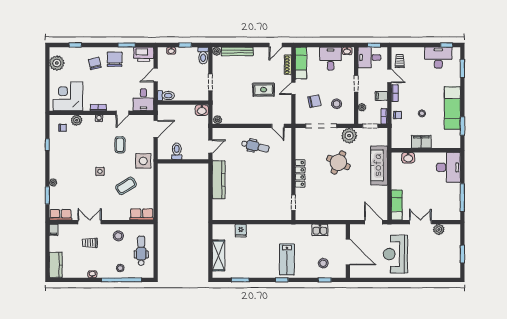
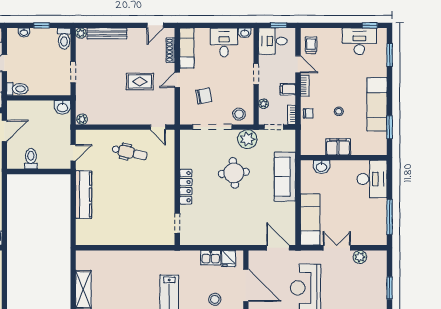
stool: (337, 104) -> (239, 114), moved
round table: (338, 162) -> (234, 173), turned -30
exam couch: (397, 205) -> (310, 219), width x1.36, depth x1.45
fridge: (241, 231) -> (228, 258), moved

